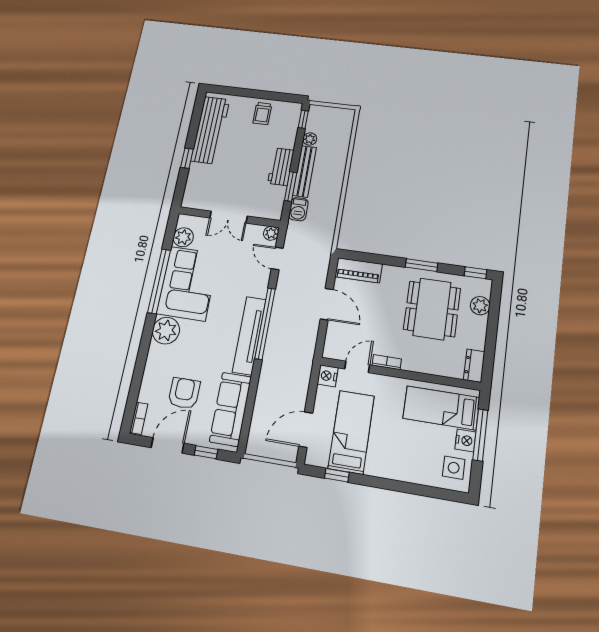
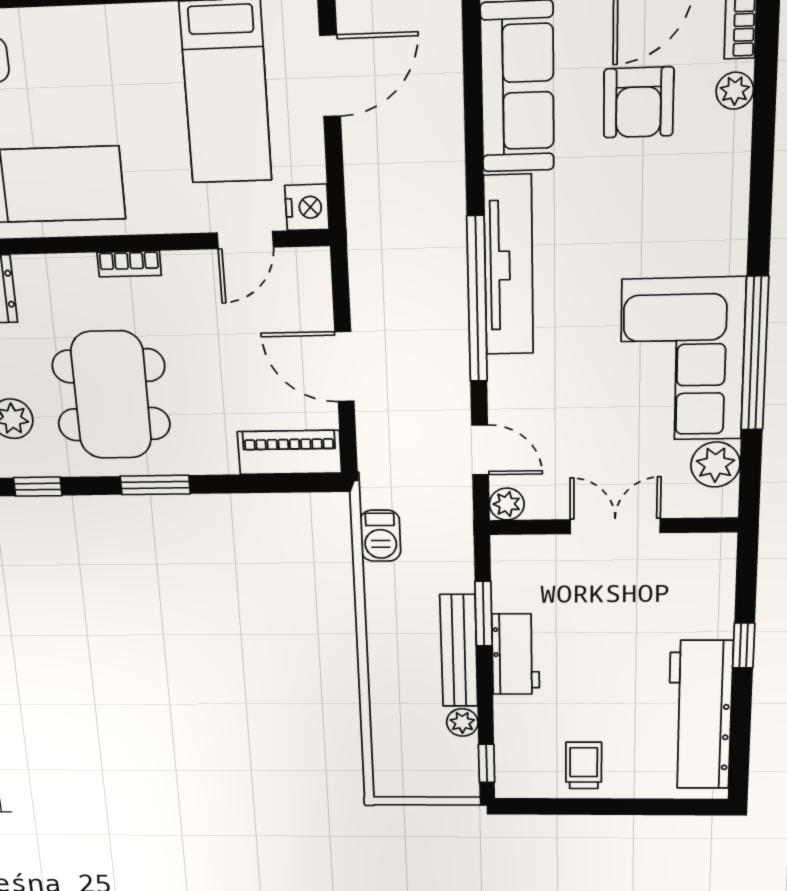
barbecue: (298, 209) -> (380, 536), moved, turned 180
plant: (166, 331) -> (735, 91), moved, width x0.53, depth x0.53
bookcase: (387, 362) -> (129, 264), moved

